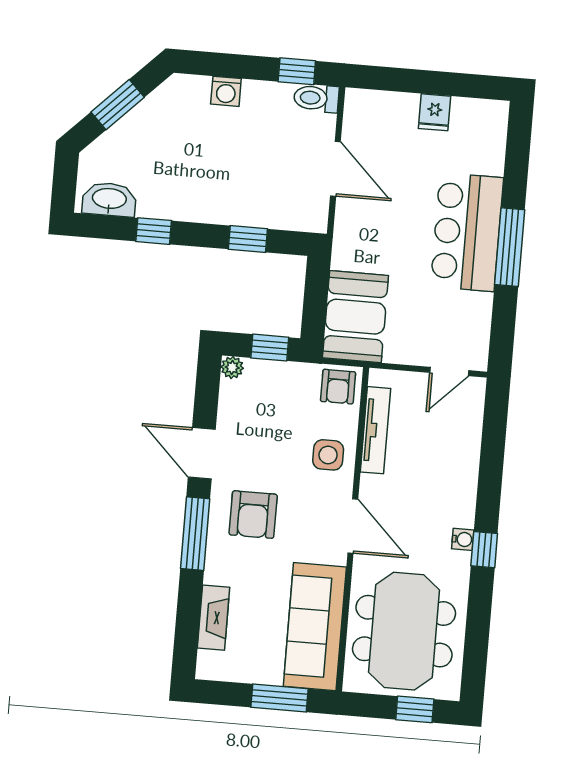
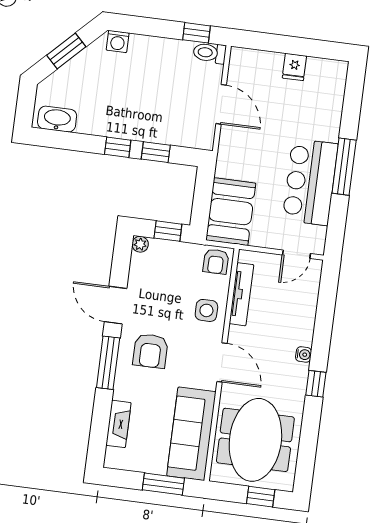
washing machine: (226, 91) -> (118, 41), moved
window: (154, 231) -> (118, 147), moved
bar counter: (467, 232) -> (310, 182), moved
water cooler: (463, 539) -> (304, 354), moved

